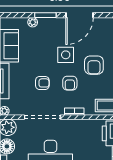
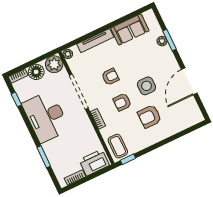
window: (45, 15) -> (170, 40), moved
door: (80, 15) -> (189, 81), hinge flipped
armchair: (42, 83) -> (110, 77), turned -90

